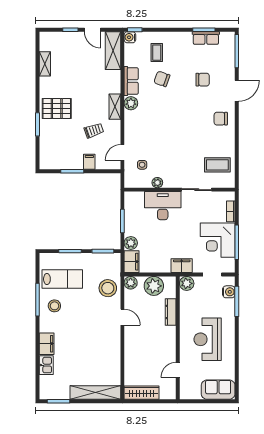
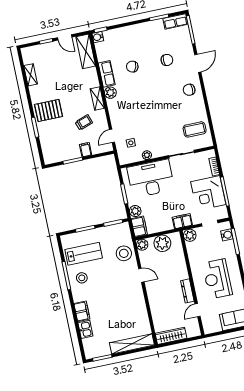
row of seats: (206, 38) -> (175, 21), moved
coffee table: (157, 53) -> (123, 45), removed
desk: (163, 206) -> (151, 179), width x1.36, depth x1.30
dresser: (171, 312) -> (187, 291), moved

